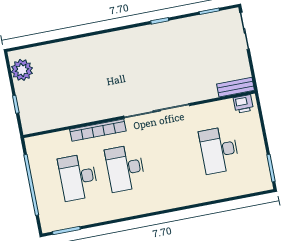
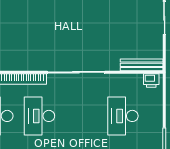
bench: (236, 87) -> (142, 65), width x1.36

